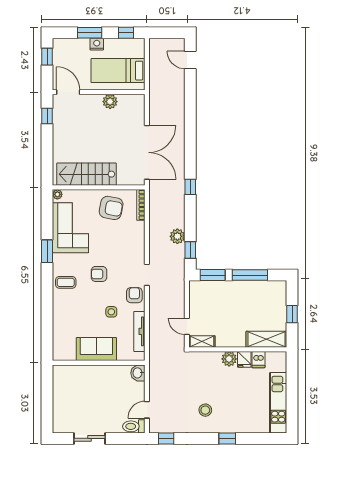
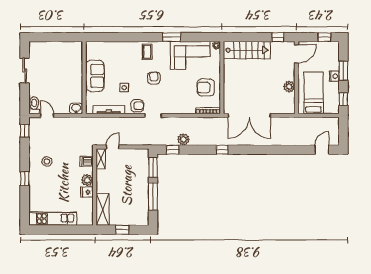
stairs: (87, 174) -> (247, 50), moved, turned 90
armchair: (111, 208) -> (206, 87), turned 79
dishwasher: (258, 360) -> (87, 161), moved

